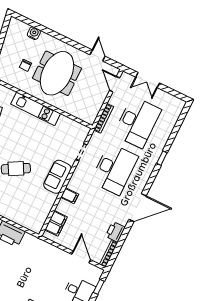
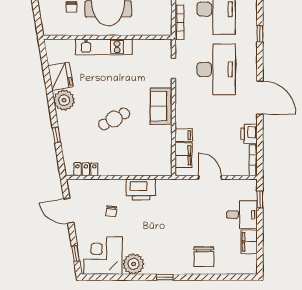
filing cabinet: (70, 196) -> (184, 135), moved
door: (138, 208) -> (260, 98), hinge flipped
door: (81, 257) -> (210, 177), moved

